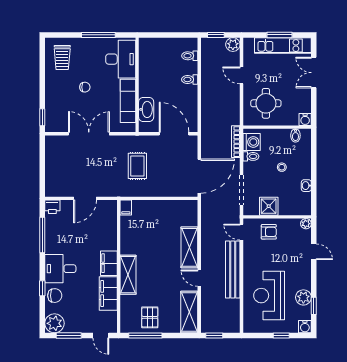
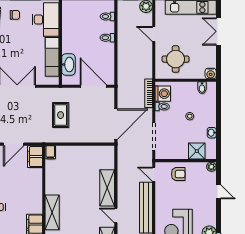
chair: (85, 87) -> (15, 15), moved
shower: (269, 206) -> (197, 151), moved
filing cabinet: (109, 263) -> (35, 157), moved

